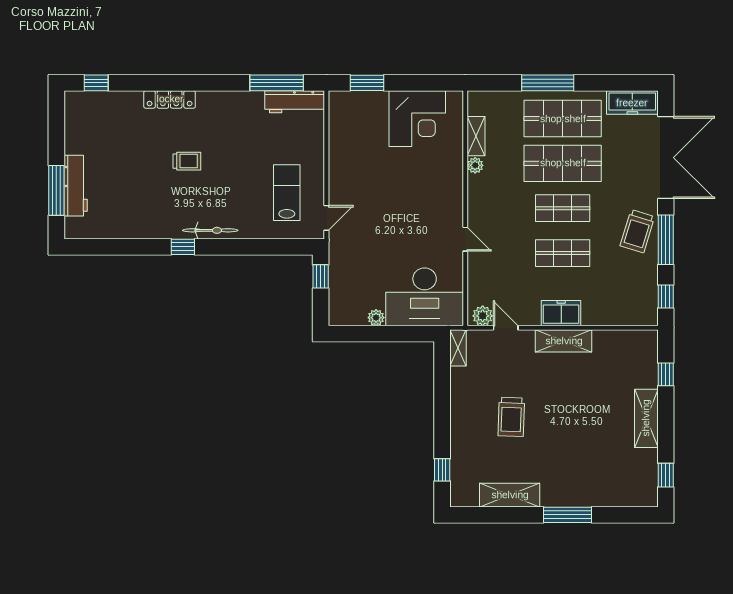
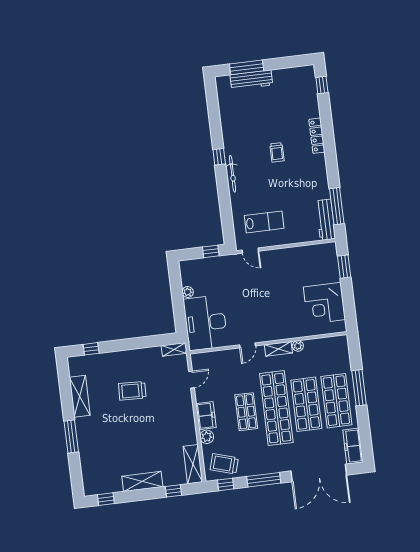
shelving: (476, 136) -> (278, 349), moved
shop shelf: (563, 208) -> (276, 408), width x2.00, depth x1.36
trolley: (637, 231) -> (224, 464), moved
plant: (483, 316) -> (207, 437), moved
shelving: (564, 341) -> (193, 464), moved

